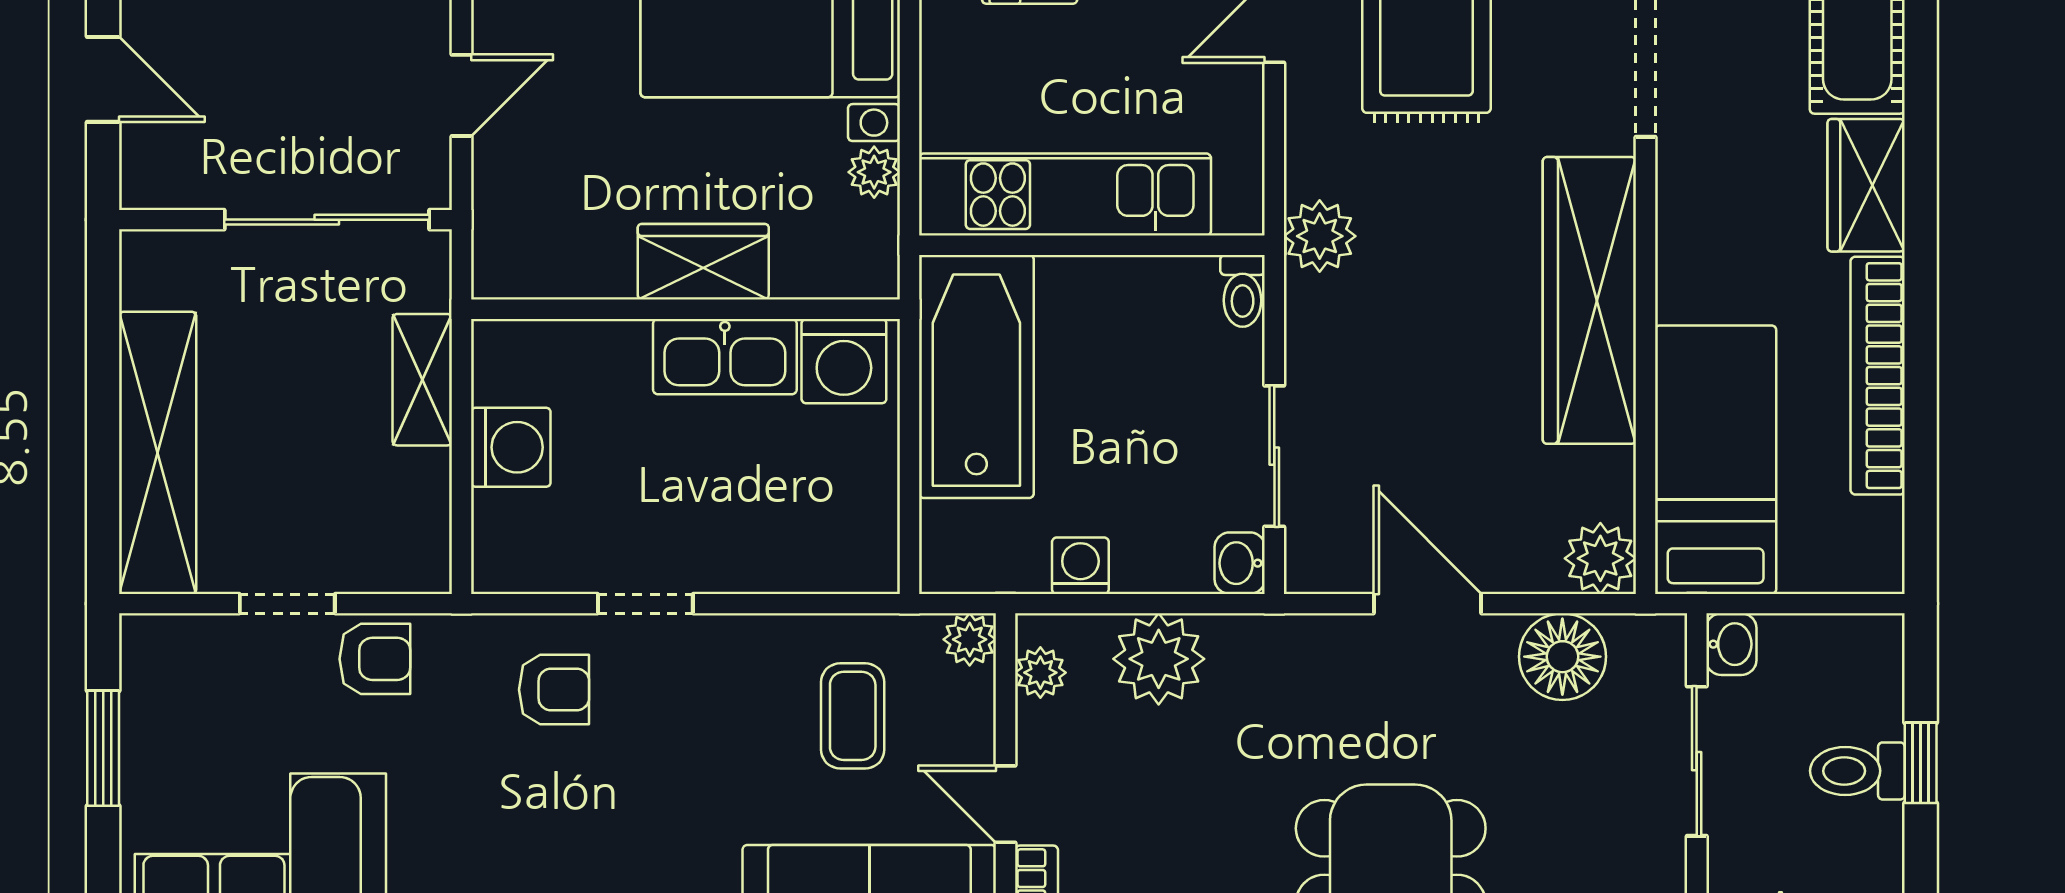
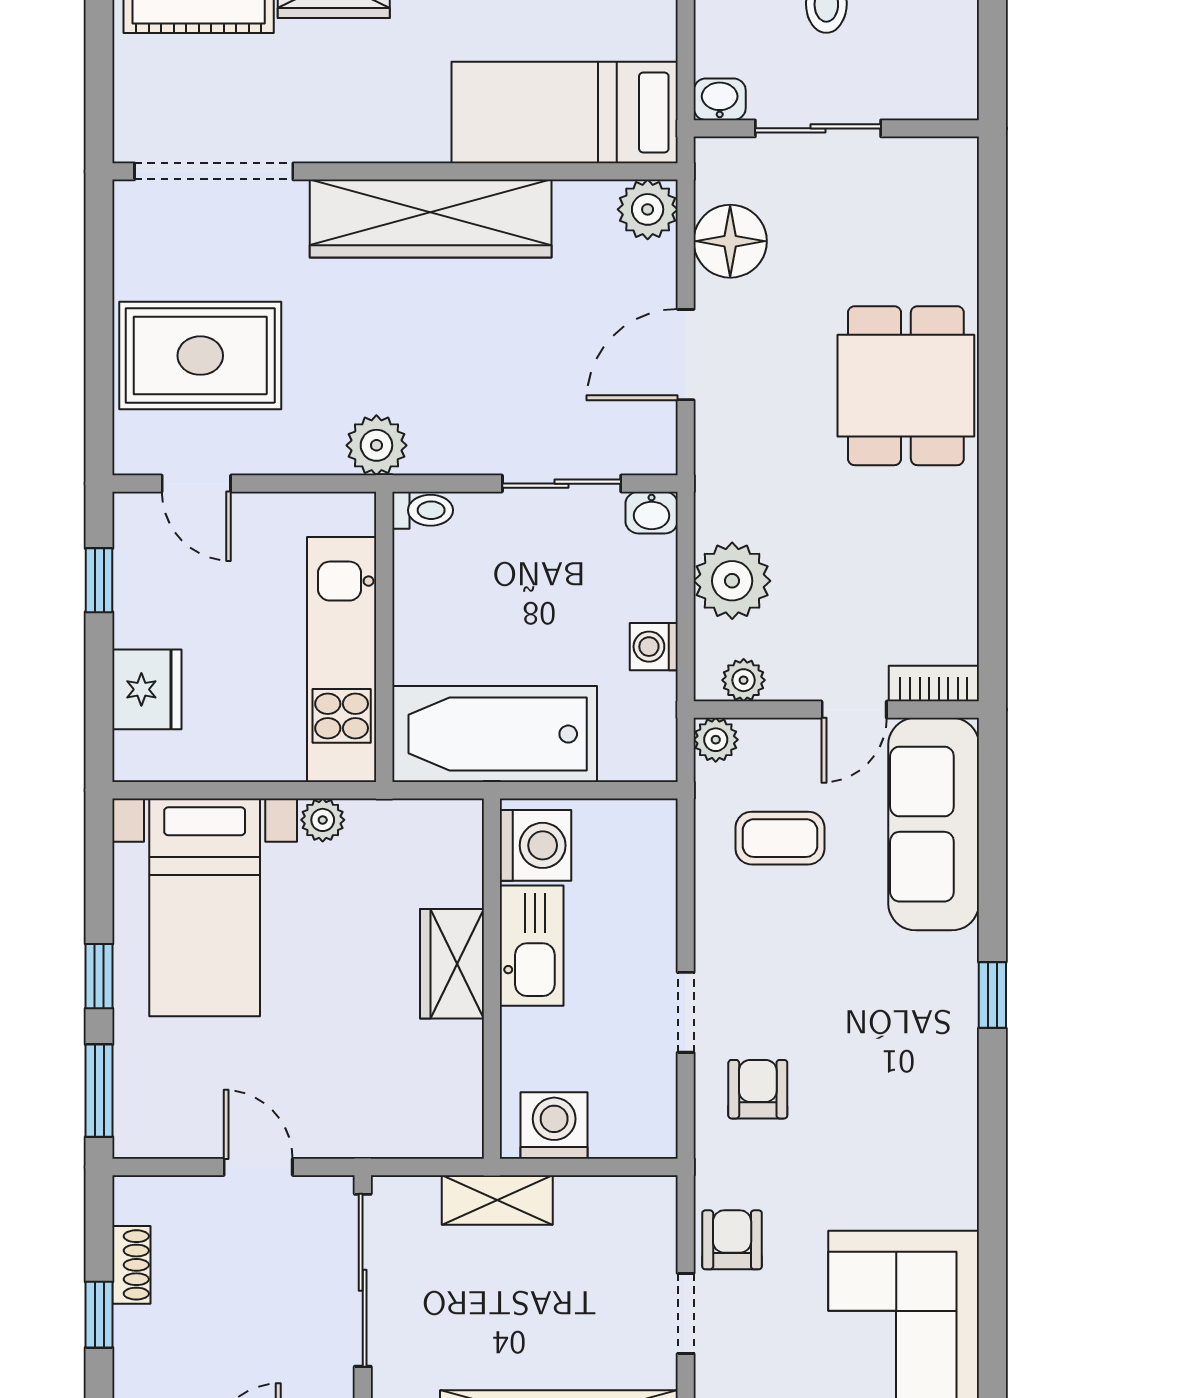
wardrobe: (703, 262) -> (452, 964), moved
wall: (685, 309) -> (492, 979), moved
kitchen sink: (725, 357) -> (532, 946), moved
washing machine: (844, 361) -> (536, 845), moved

